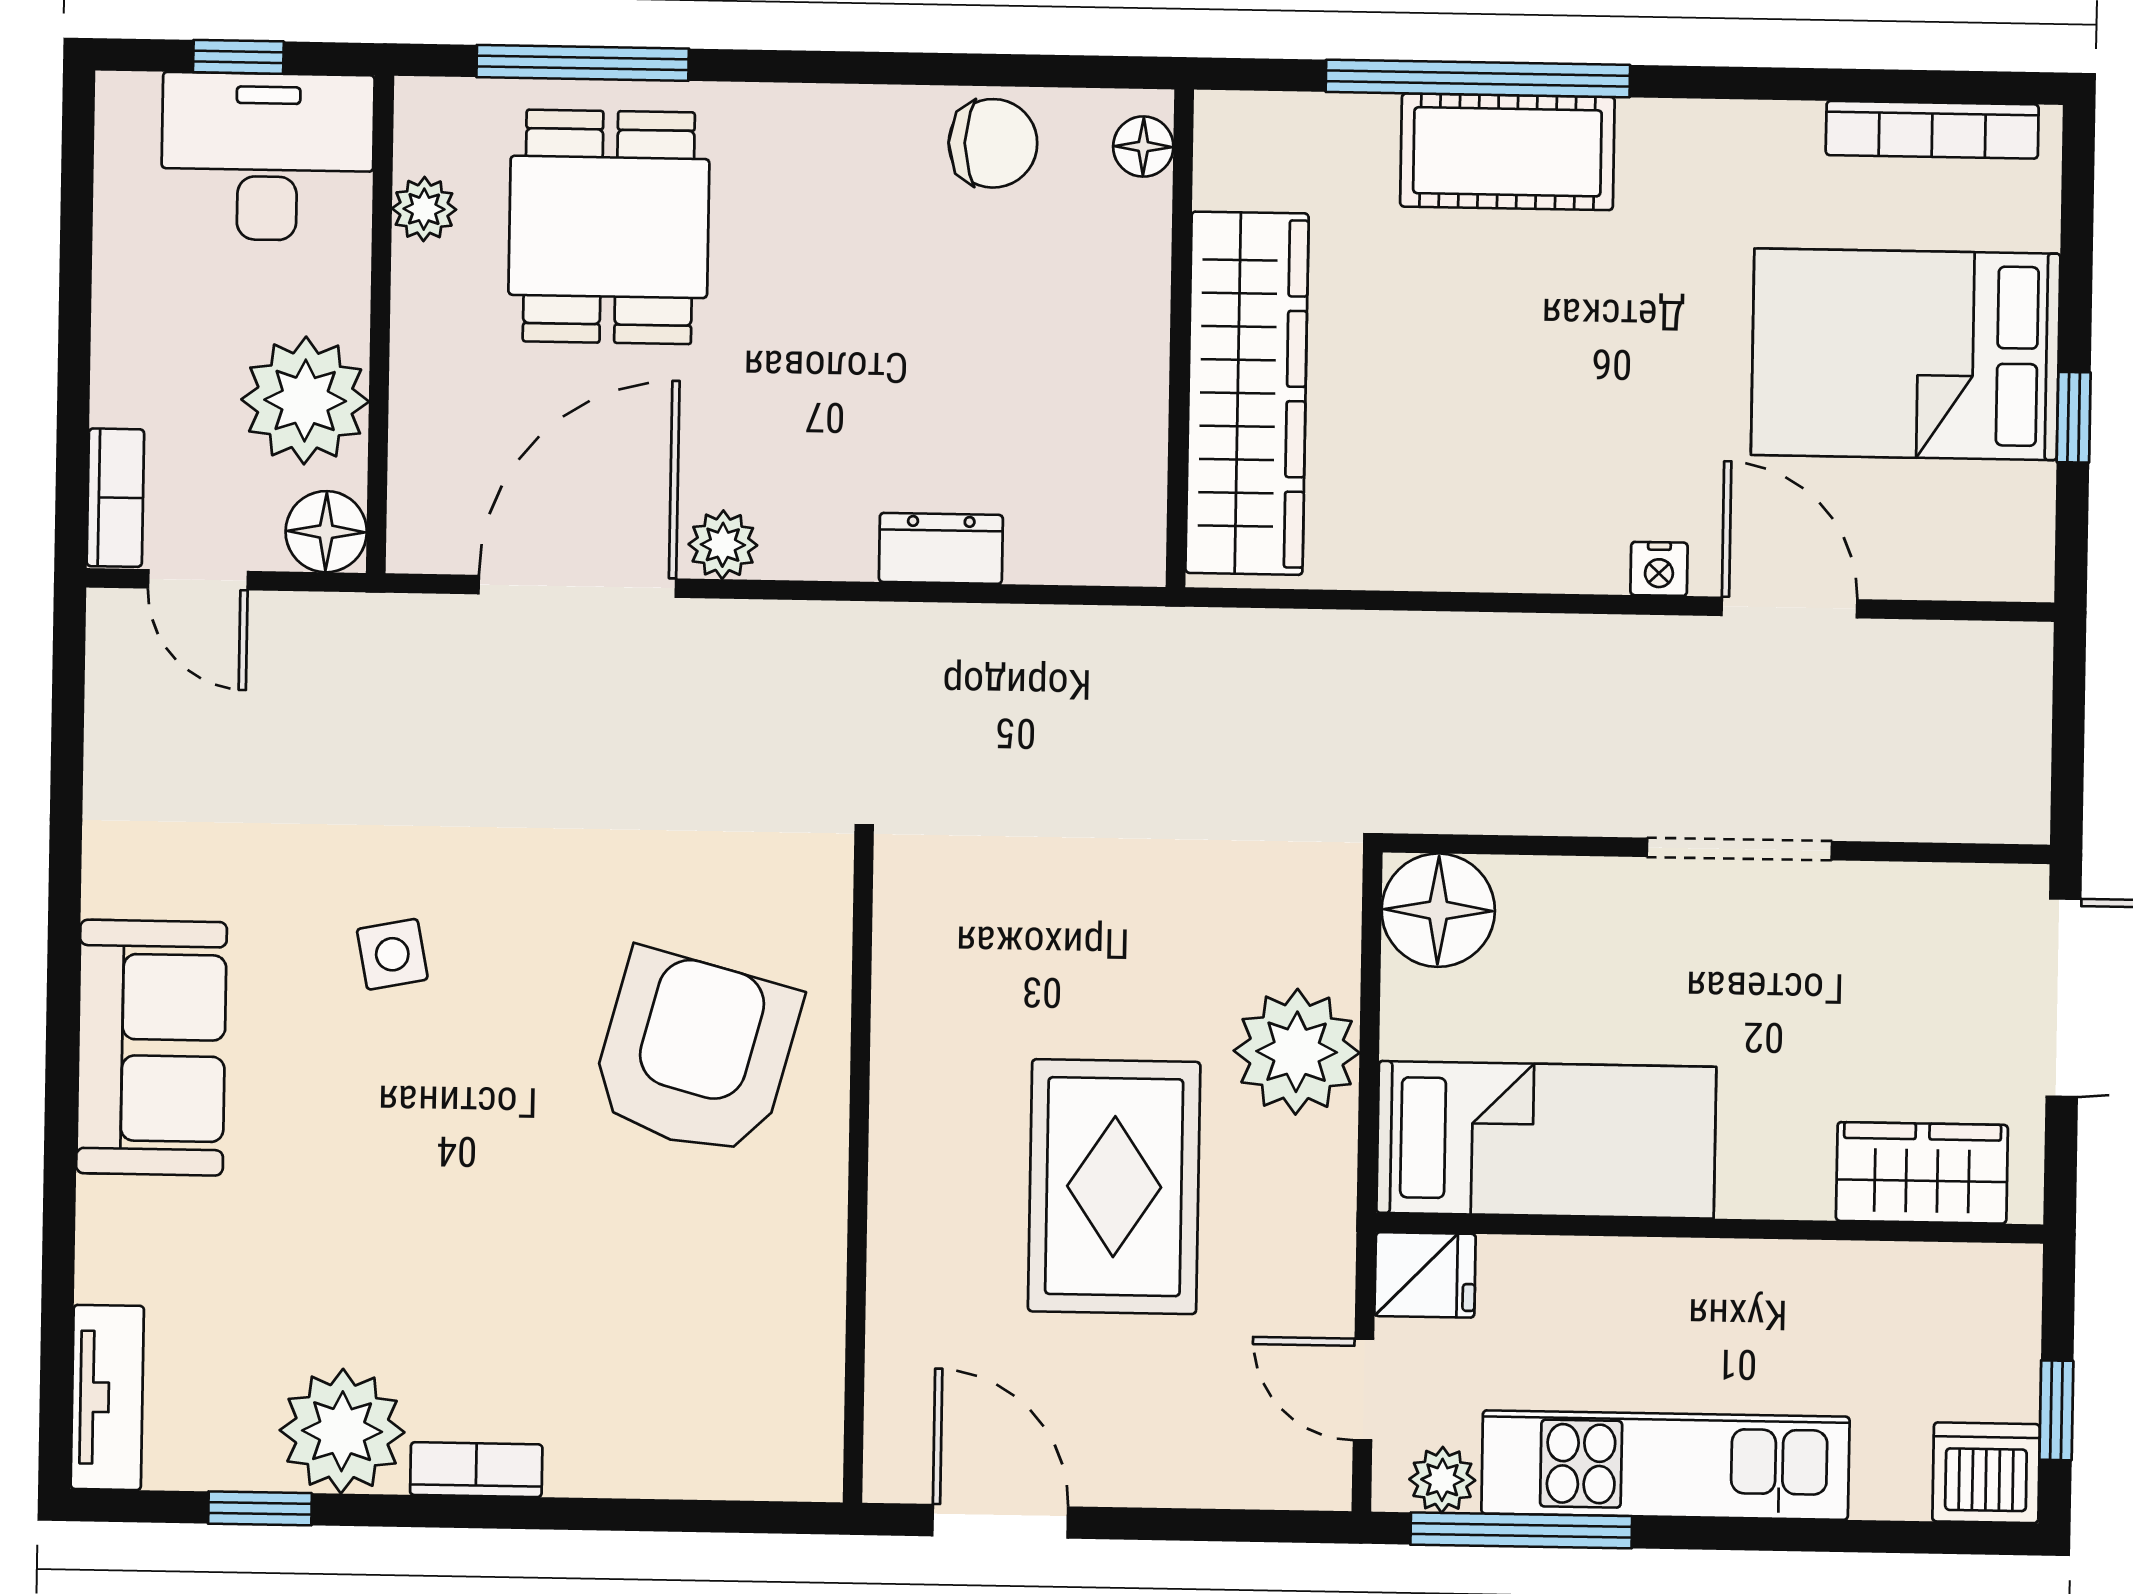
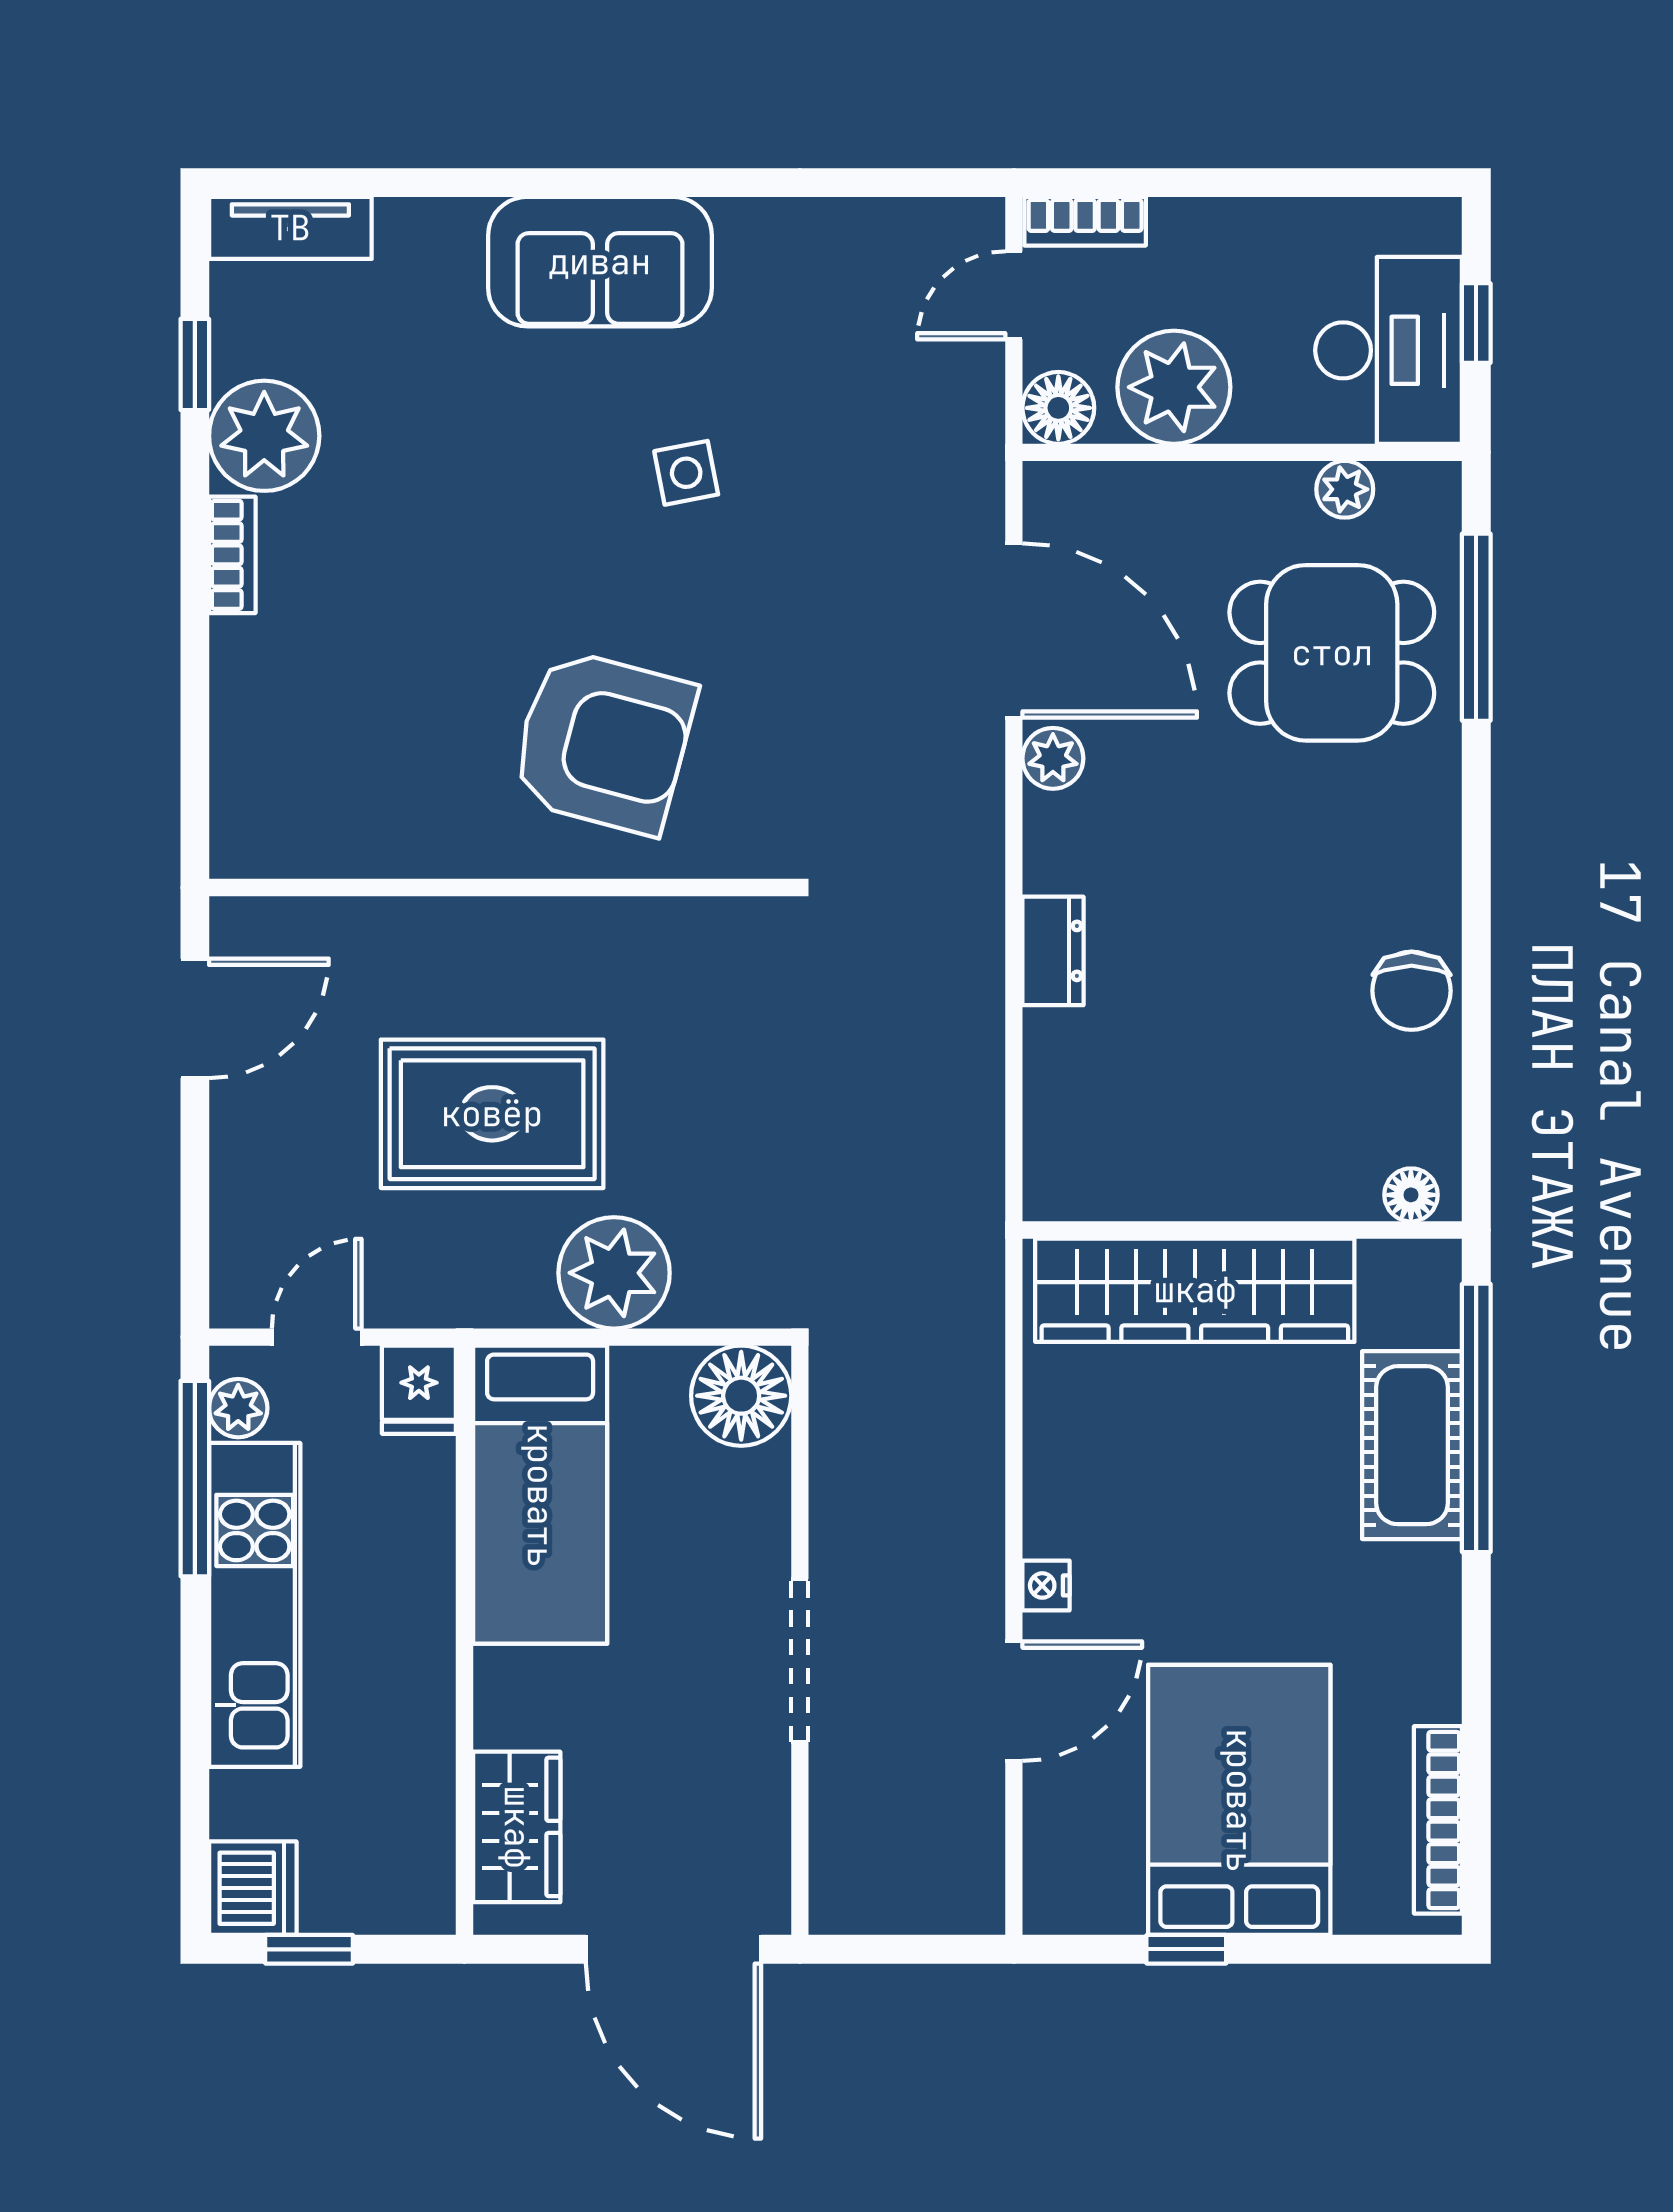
floor lamp: (1143, 147) -> (1411, 1195), moved
wall: (1180, 338) -> (1242, 1230), moved
wardrobe: (1247, 393) -> (1195, 1290), moved

